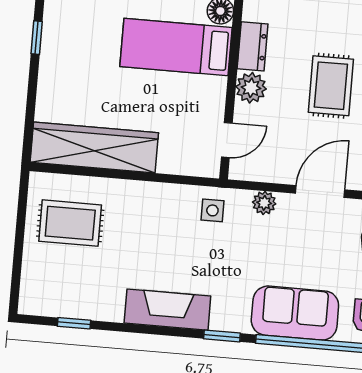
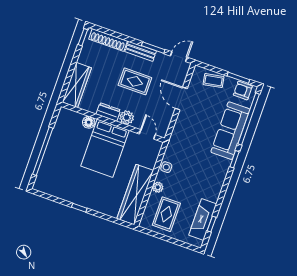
bed: (176, 47) -> (105, 148), width x1.50
plant: (264, 203) -> (158, 187), moved
side table: (212, 210) -> (166, 167), moved
fireplace: (167, 310) -> (203, 220), moved
sofa: (295, 313) -> (230, 131), width x1.36

